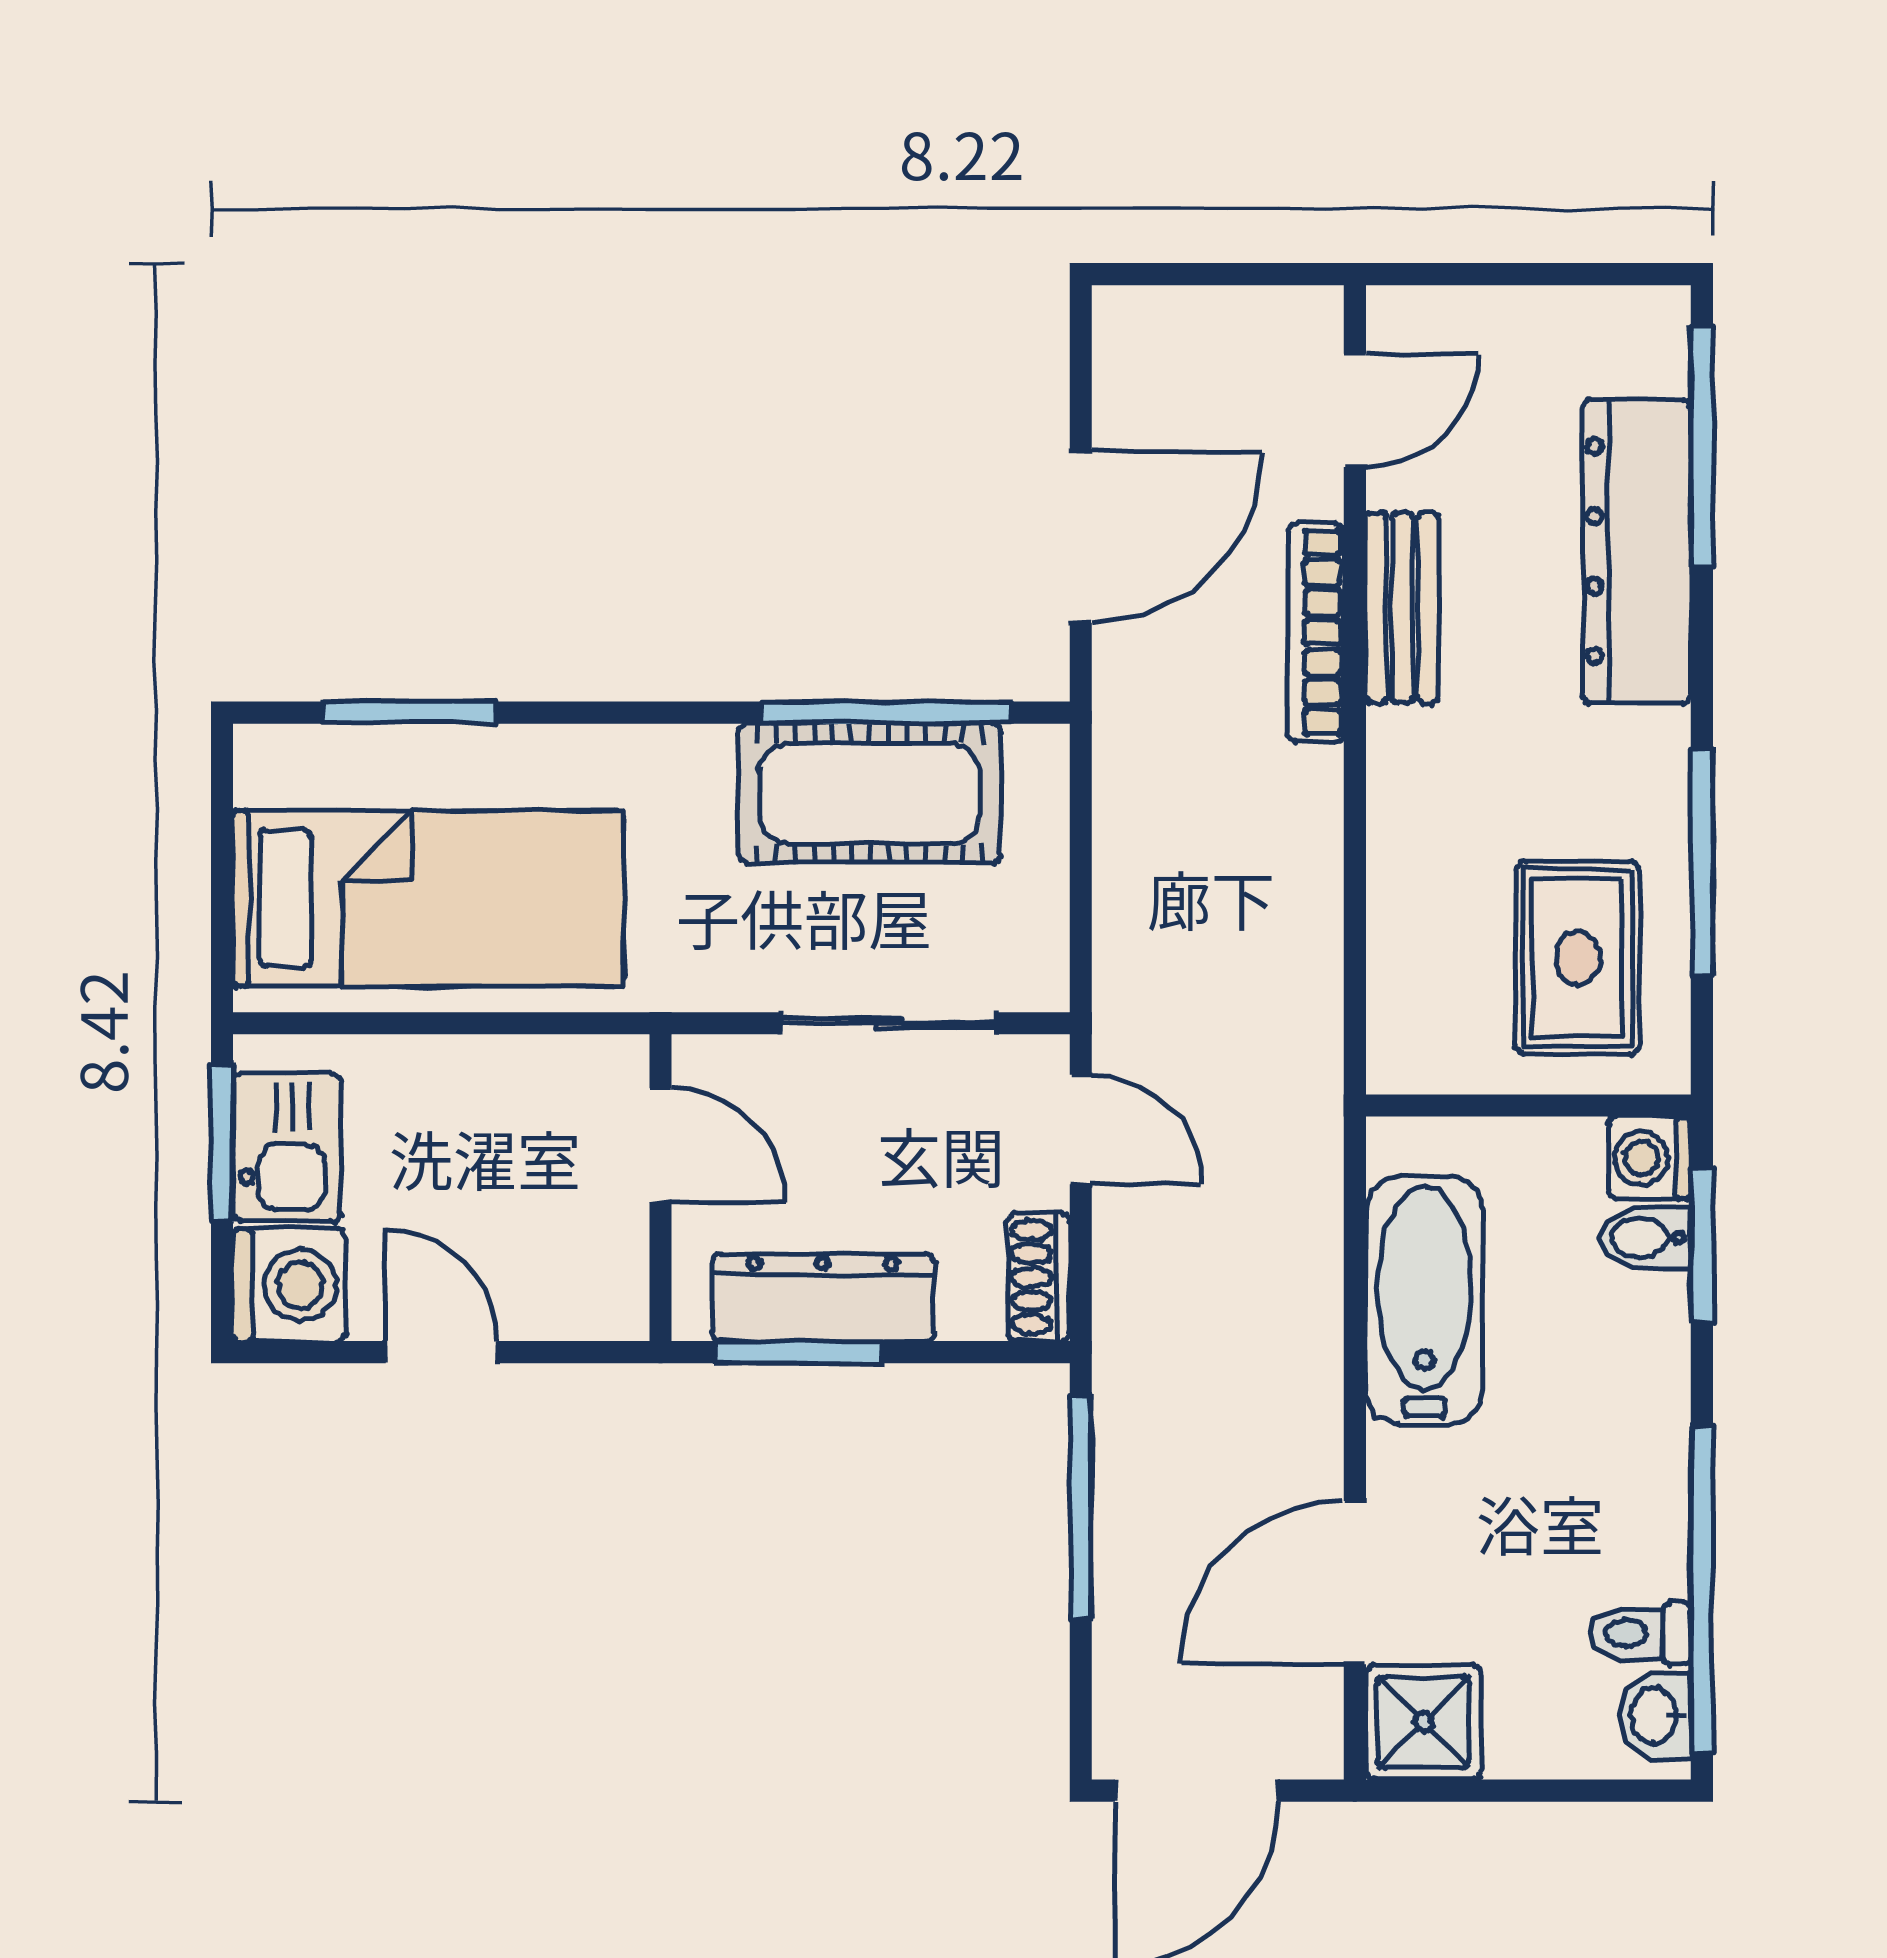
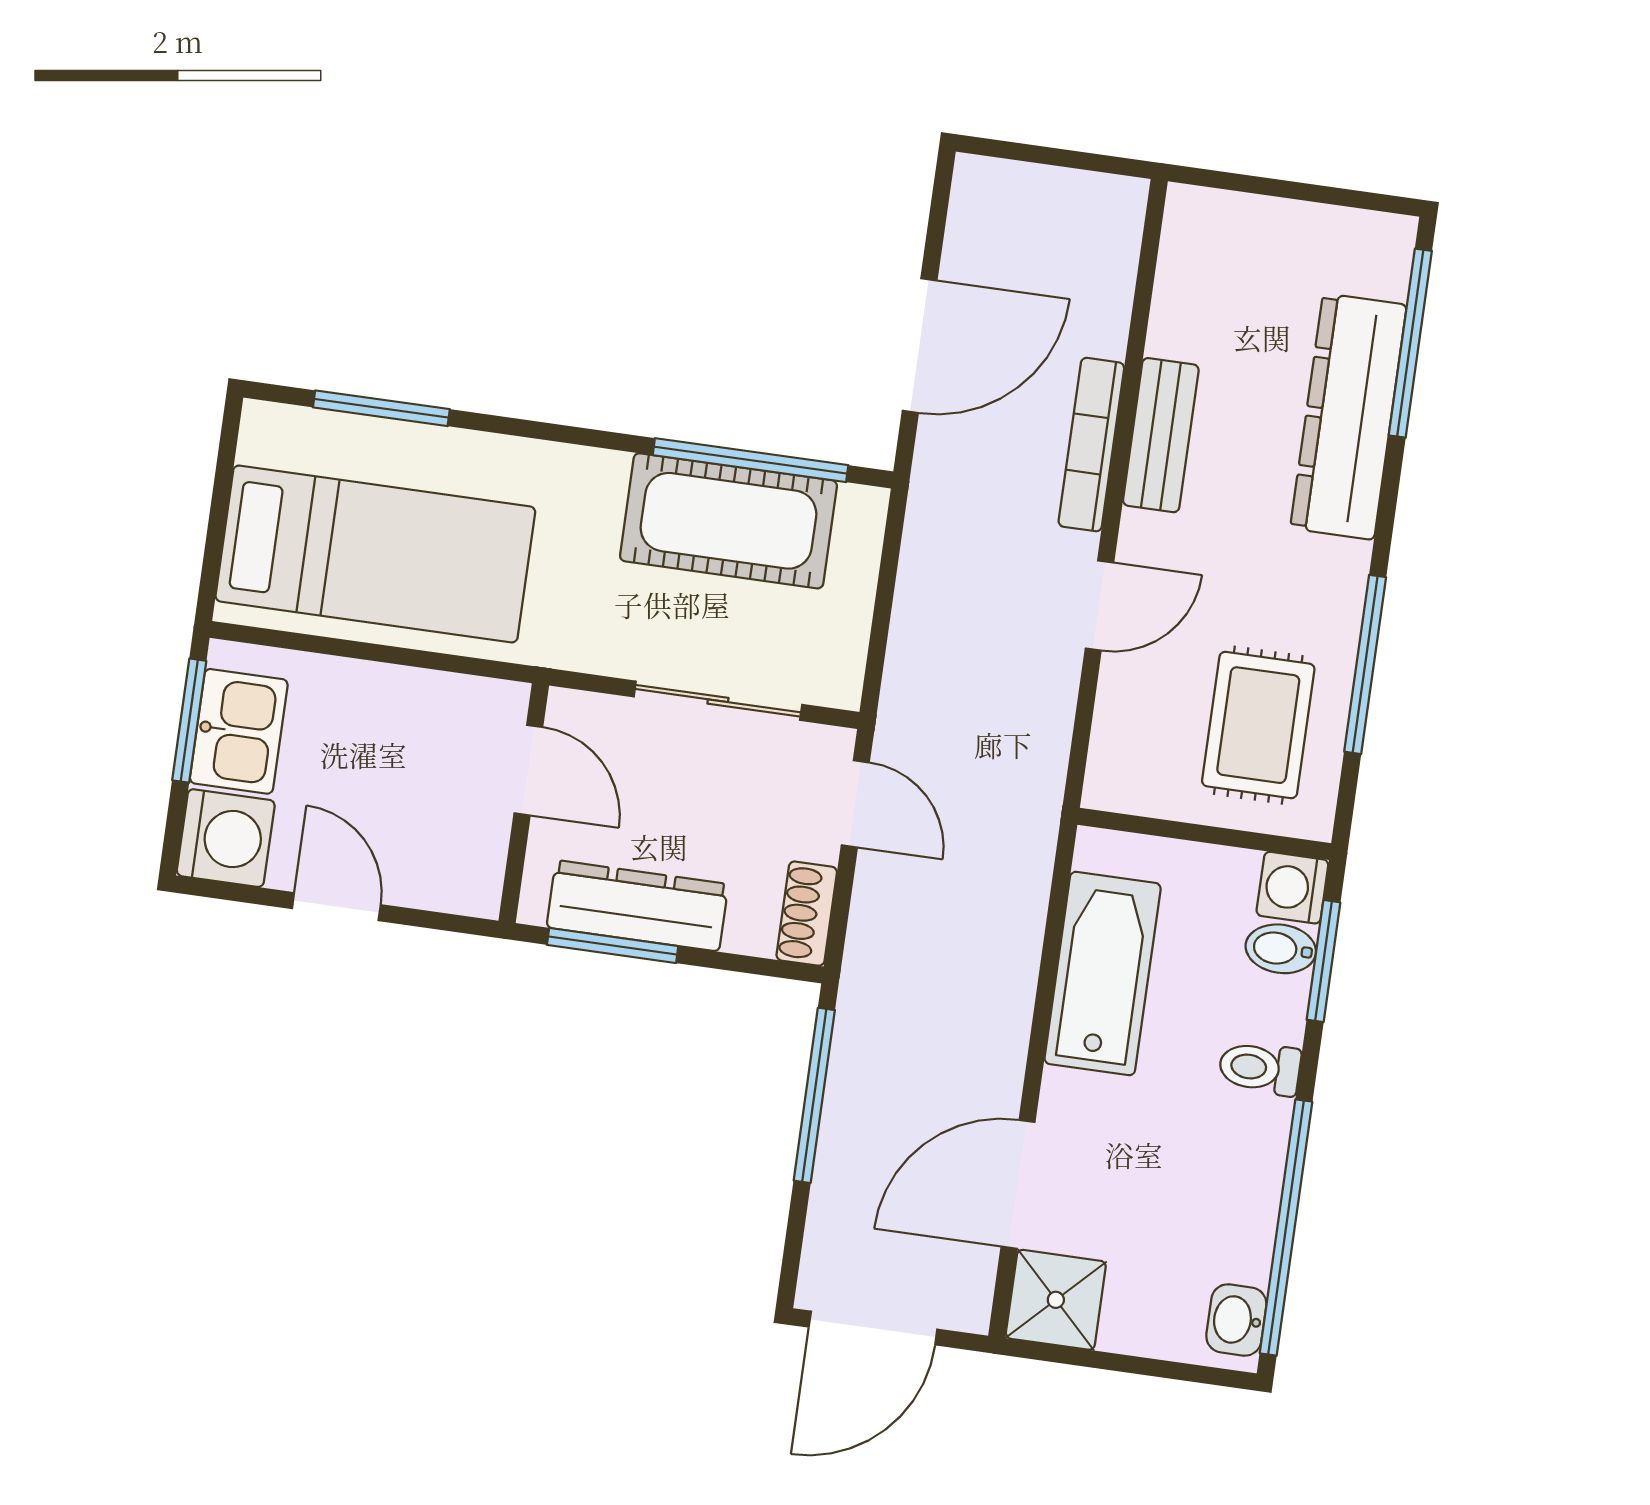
door: (1355, 410) -> (1099, 605), moved
toilet: (1640, 1633) -> (1260, 1068), moved

